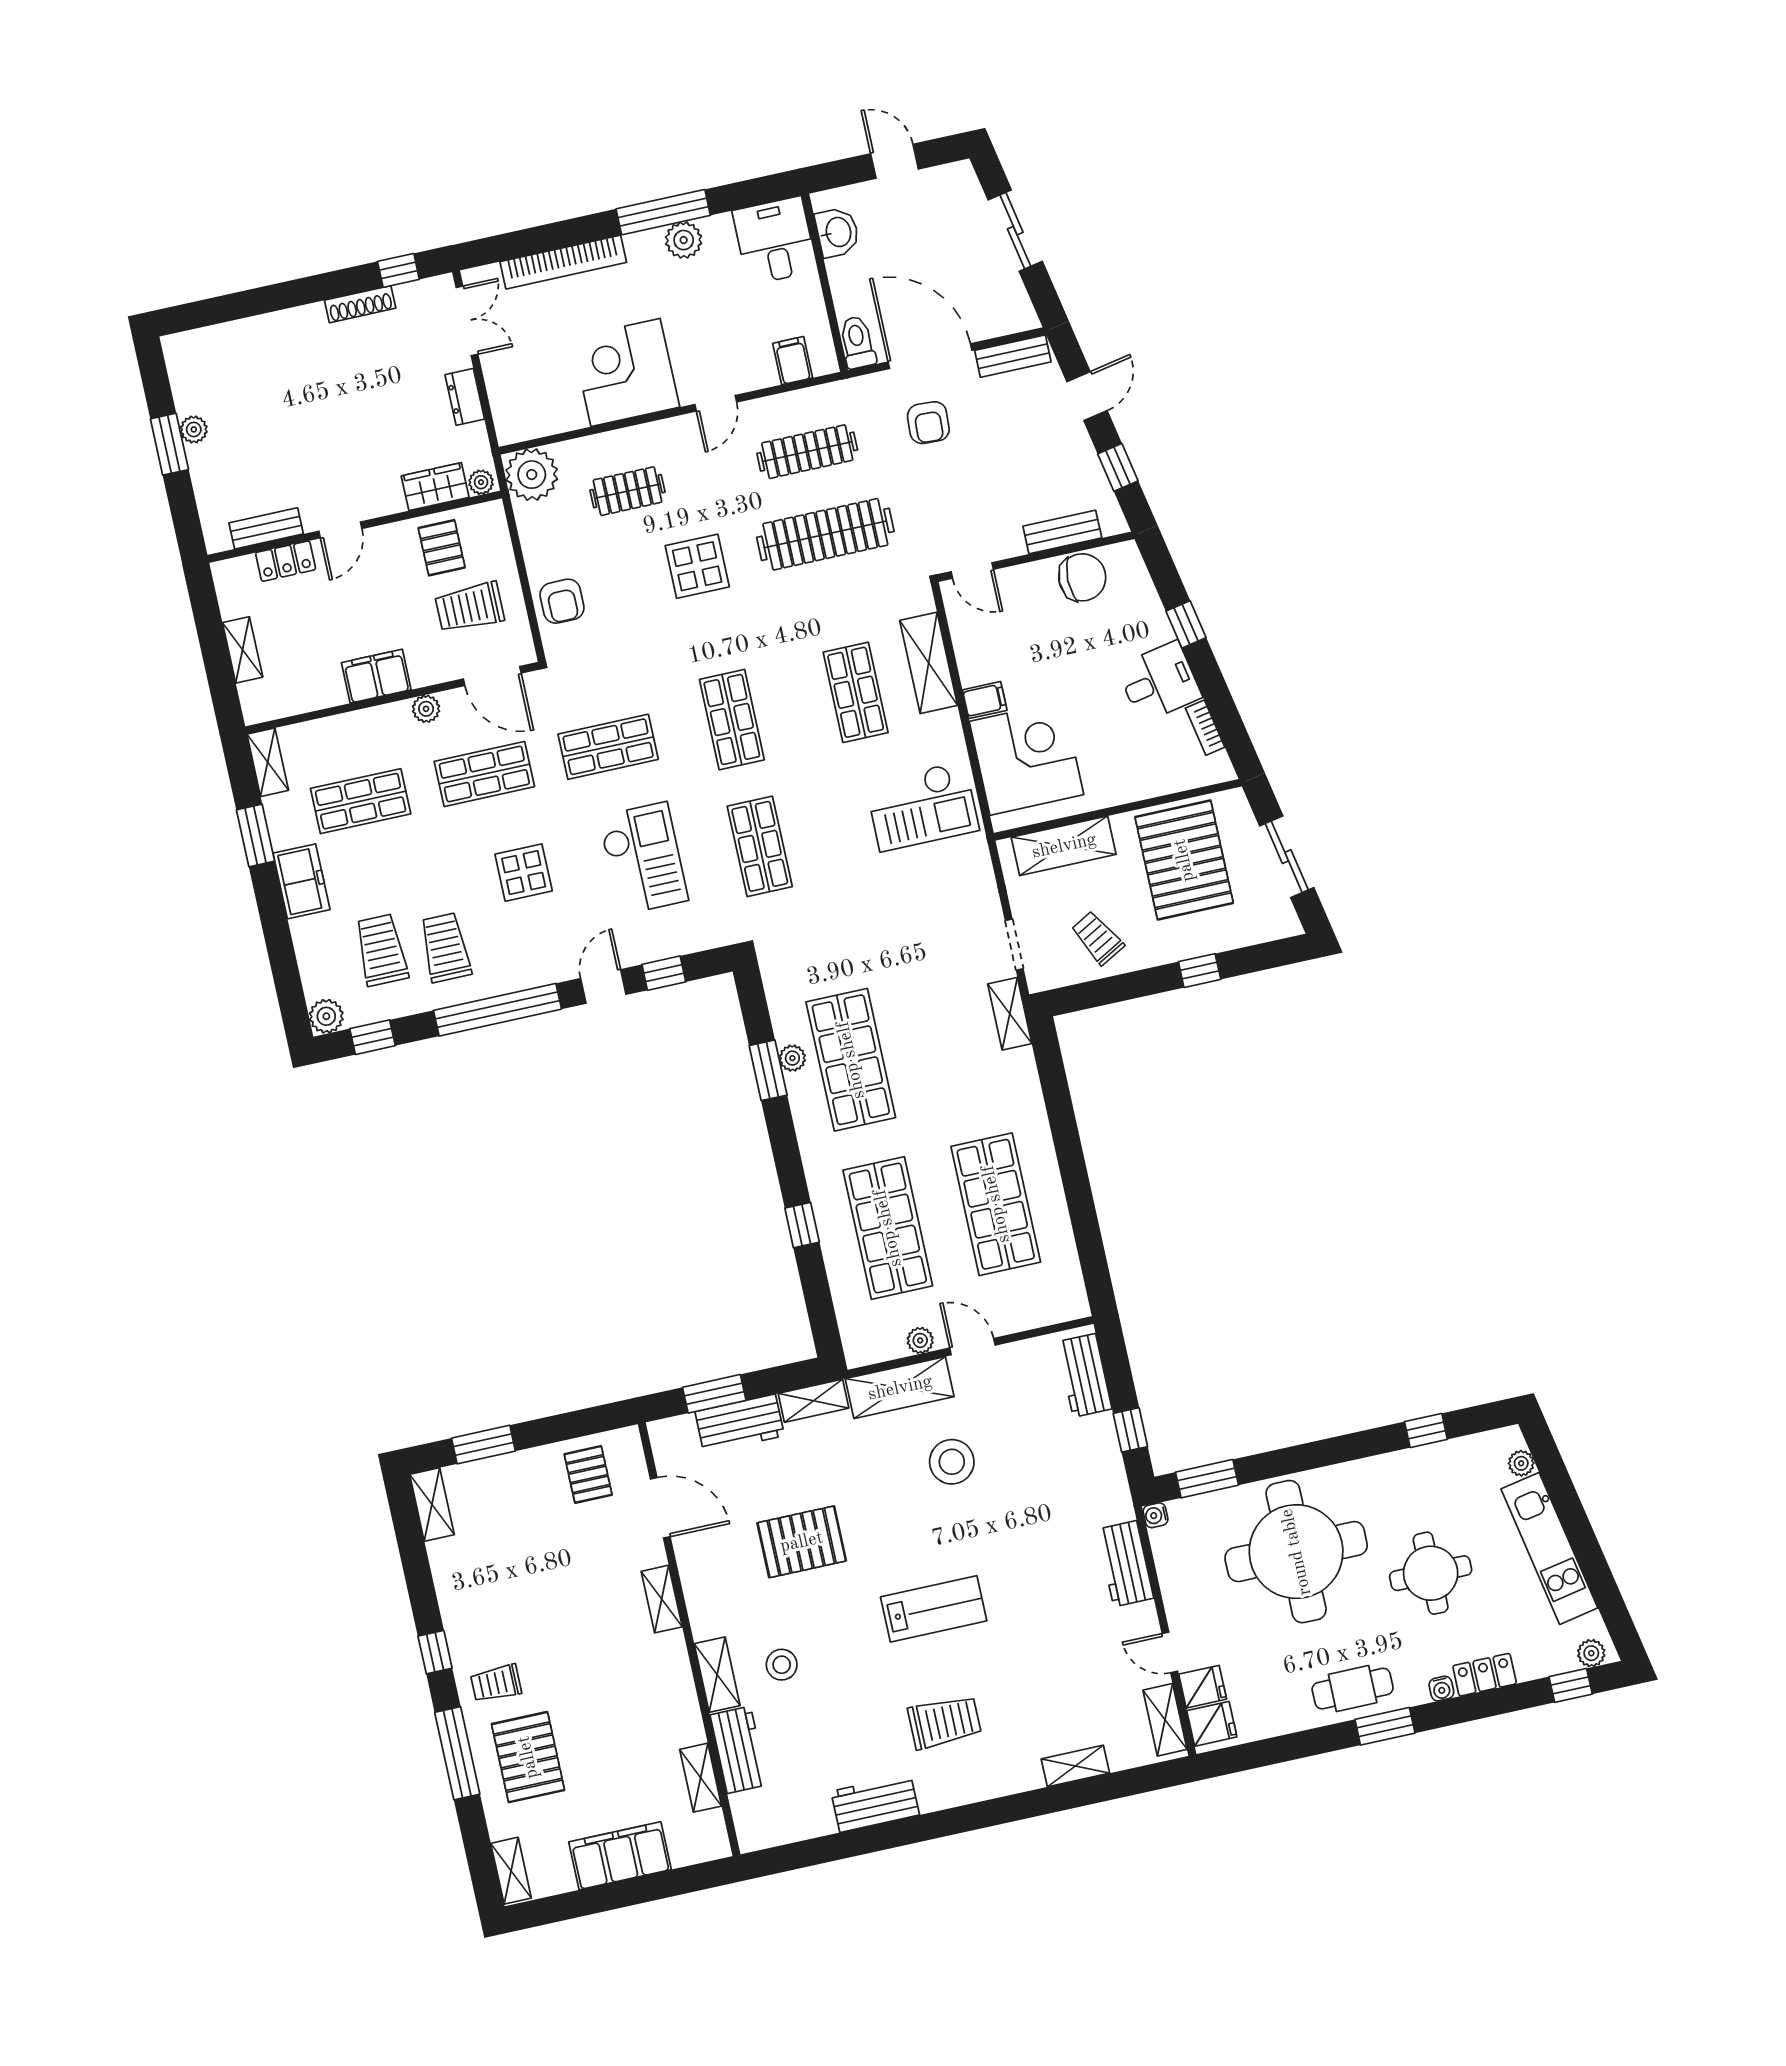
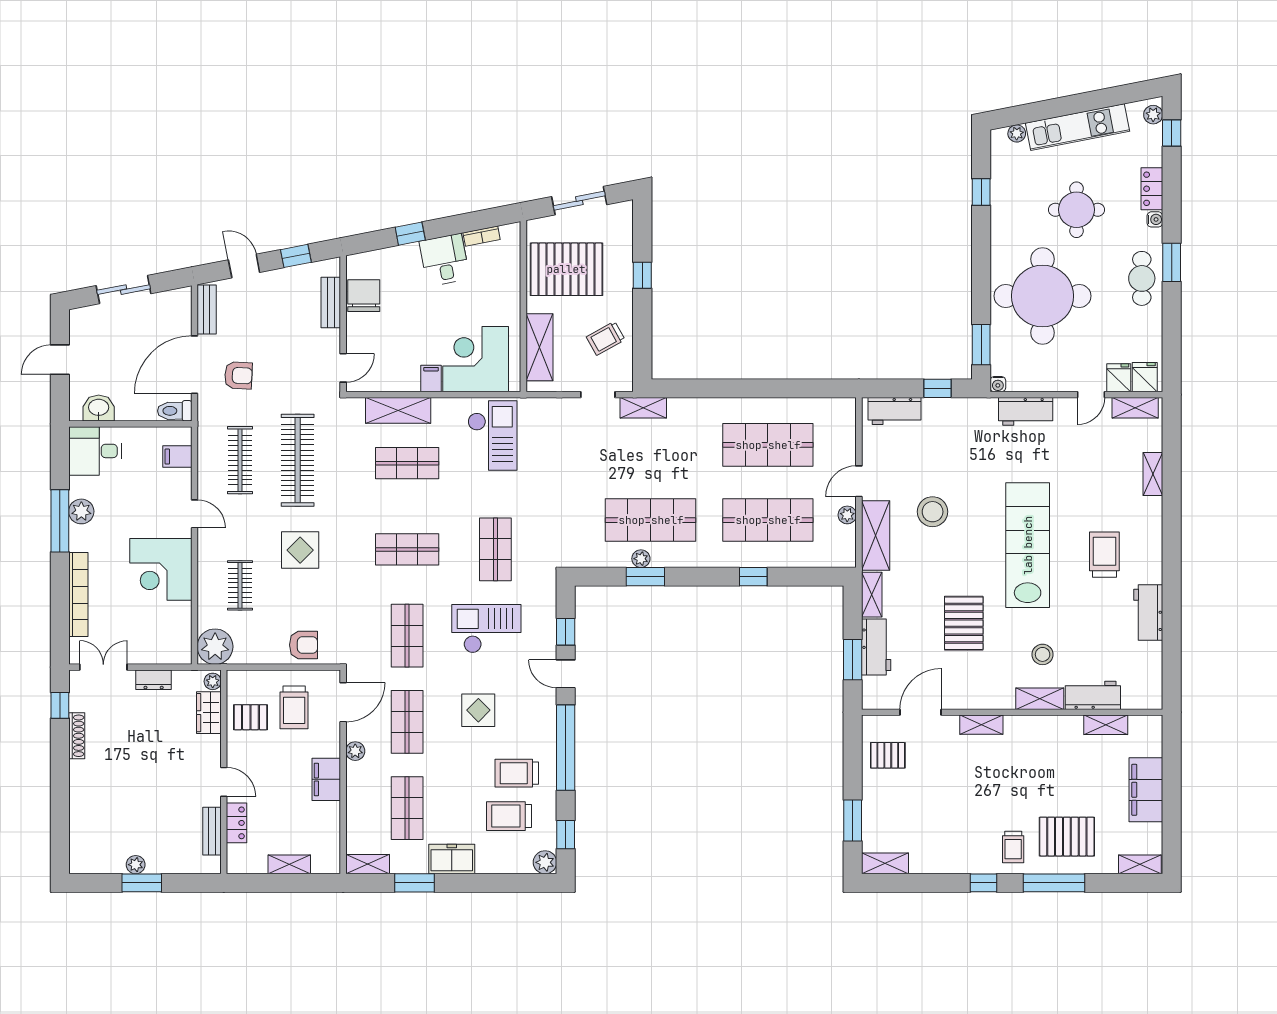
shop shelf: (760, 846) -> (495, 549), turned 90
lab bench: (934, 1609) -> (1028, 545), width x1.86, depth x1.39

